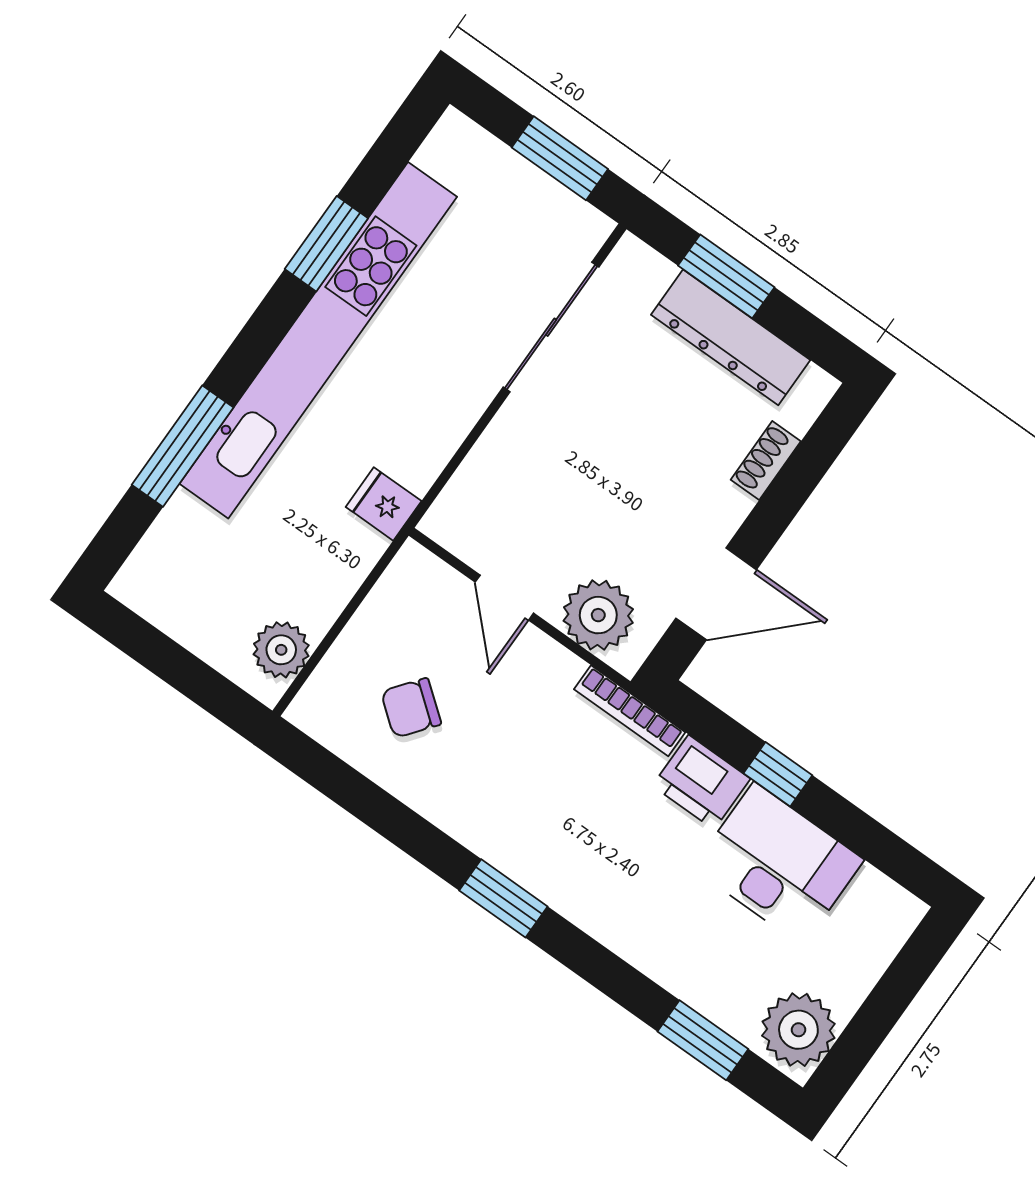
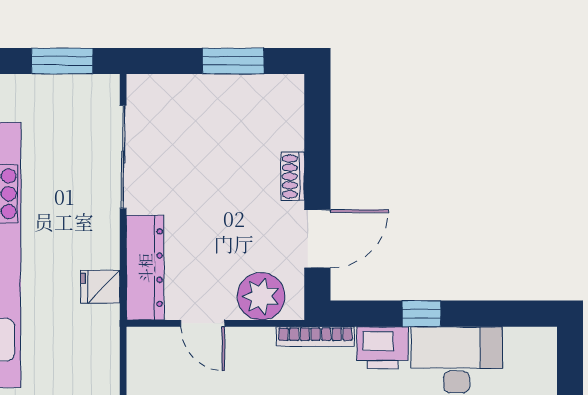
window: (726, 276) -> (233, 61), moved
dresser: (731, 337) -> (145, 268), moved, turned -90
shoe rack: (766, 460) -> (293, 176), moved
fridge: (384, 504) -> (100, 287), moved

